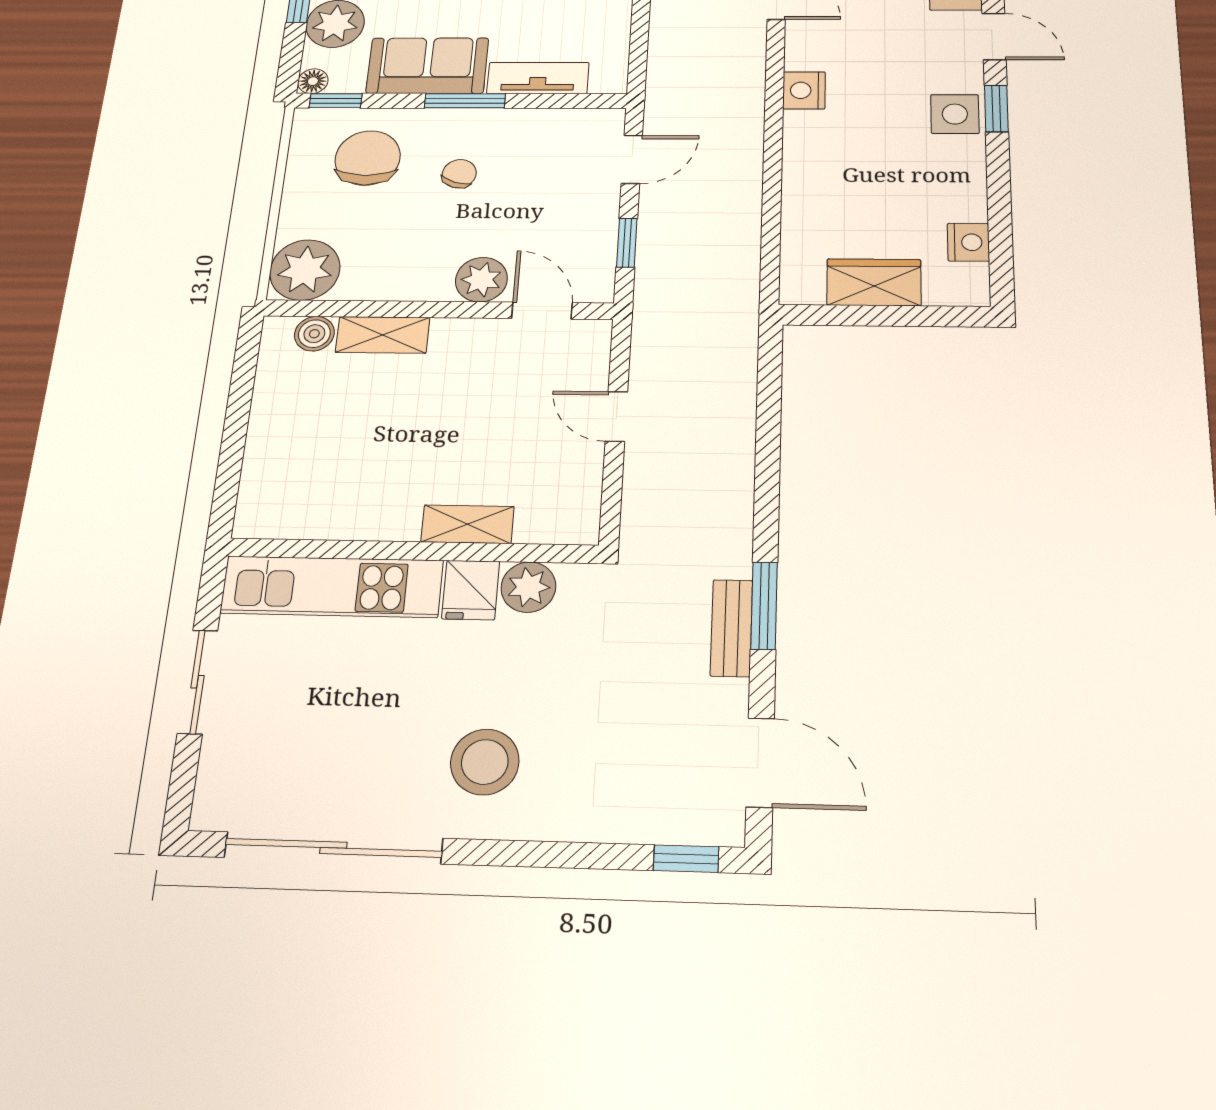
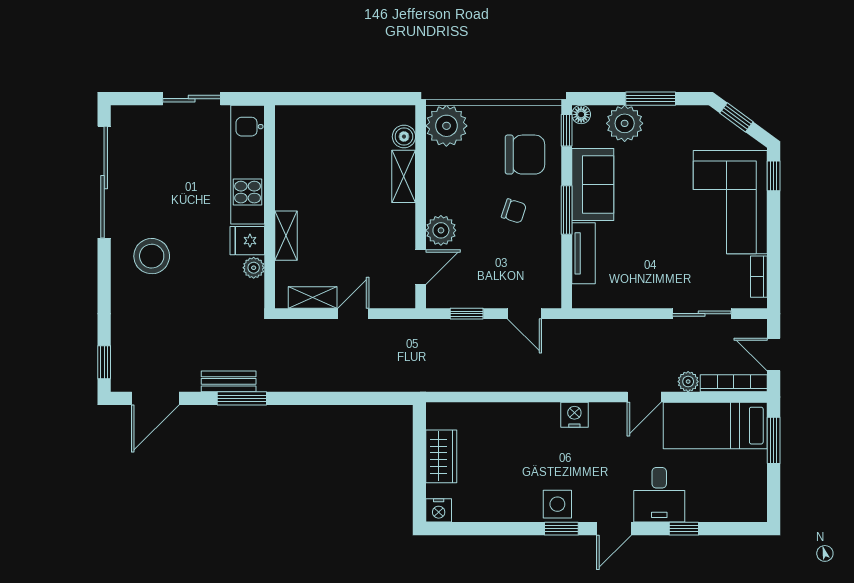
nightstand: (968, 242) -> (439, 510), moved
shelving: (583, 482) -> (313, 297), added
plant: (528, 587) -> (254, 268), width x0.73, depth x0.73

